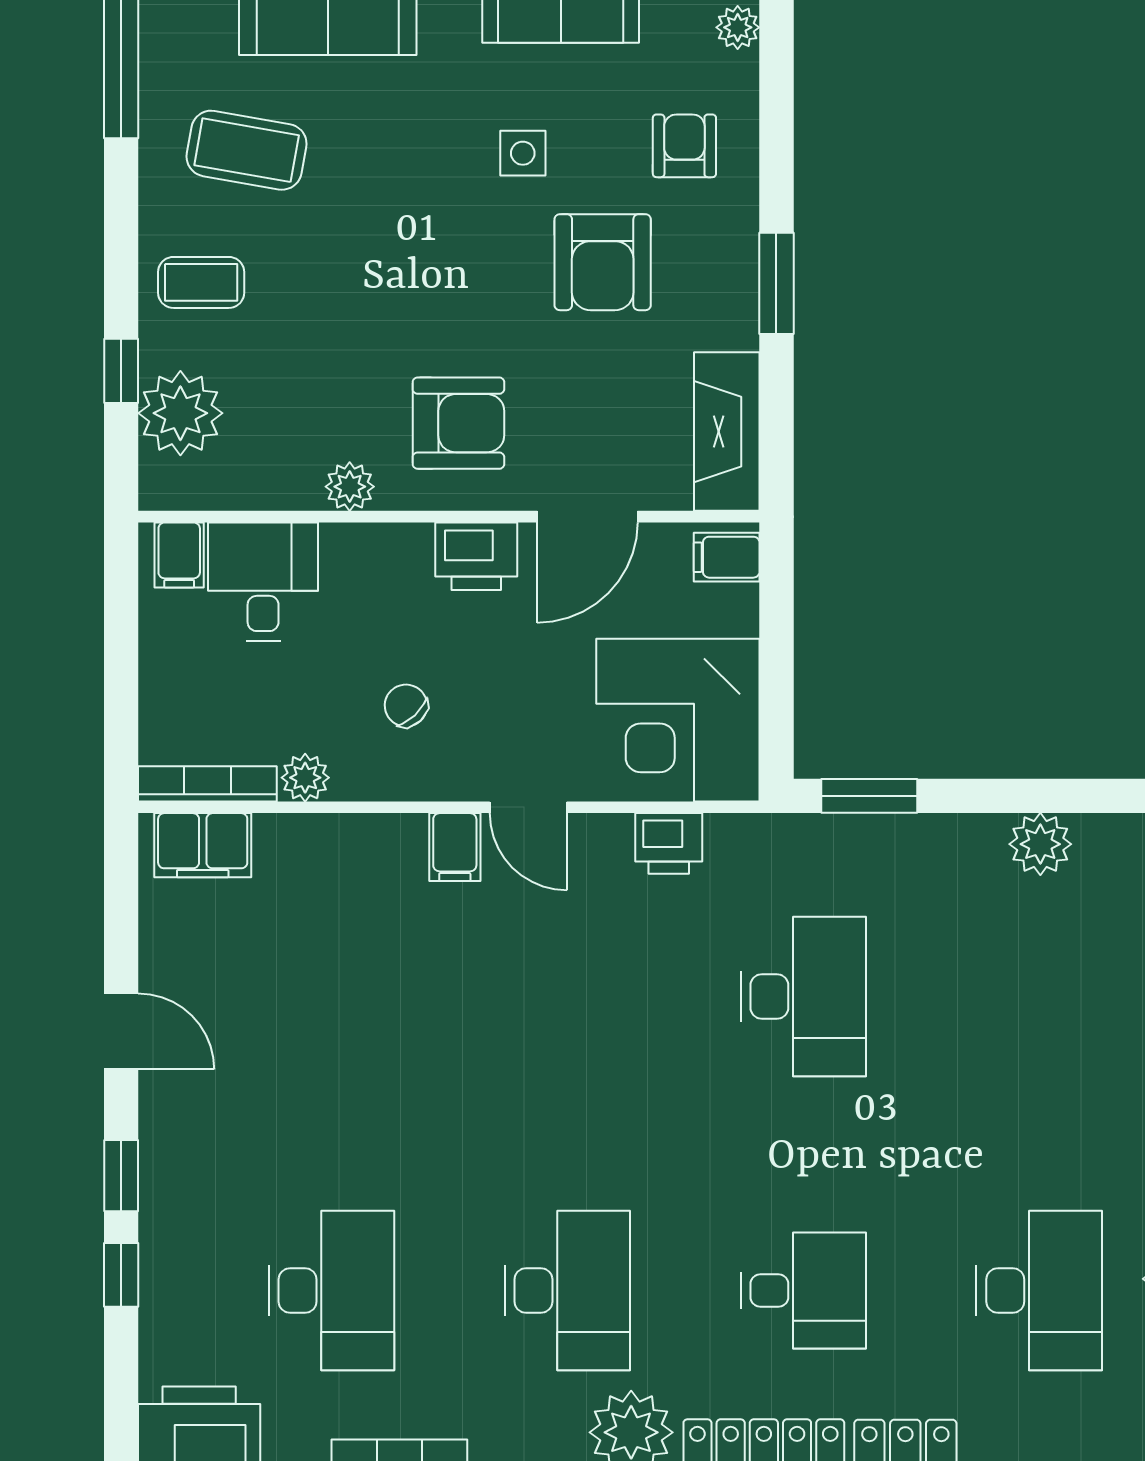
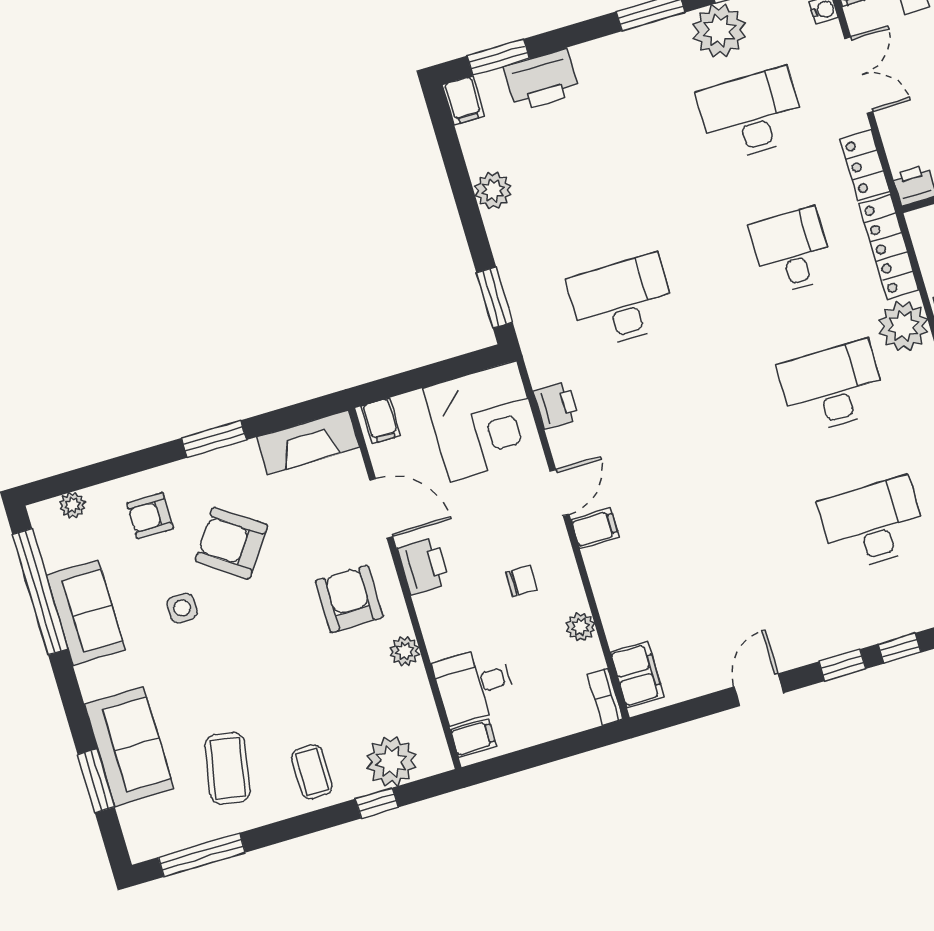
armchair: (603, 262) -> (231, 543), turned -145
chair: (406, 706) -> (522, 581), turned -137
bookcase: (207, 784) -> (605, 697), width x0.64

